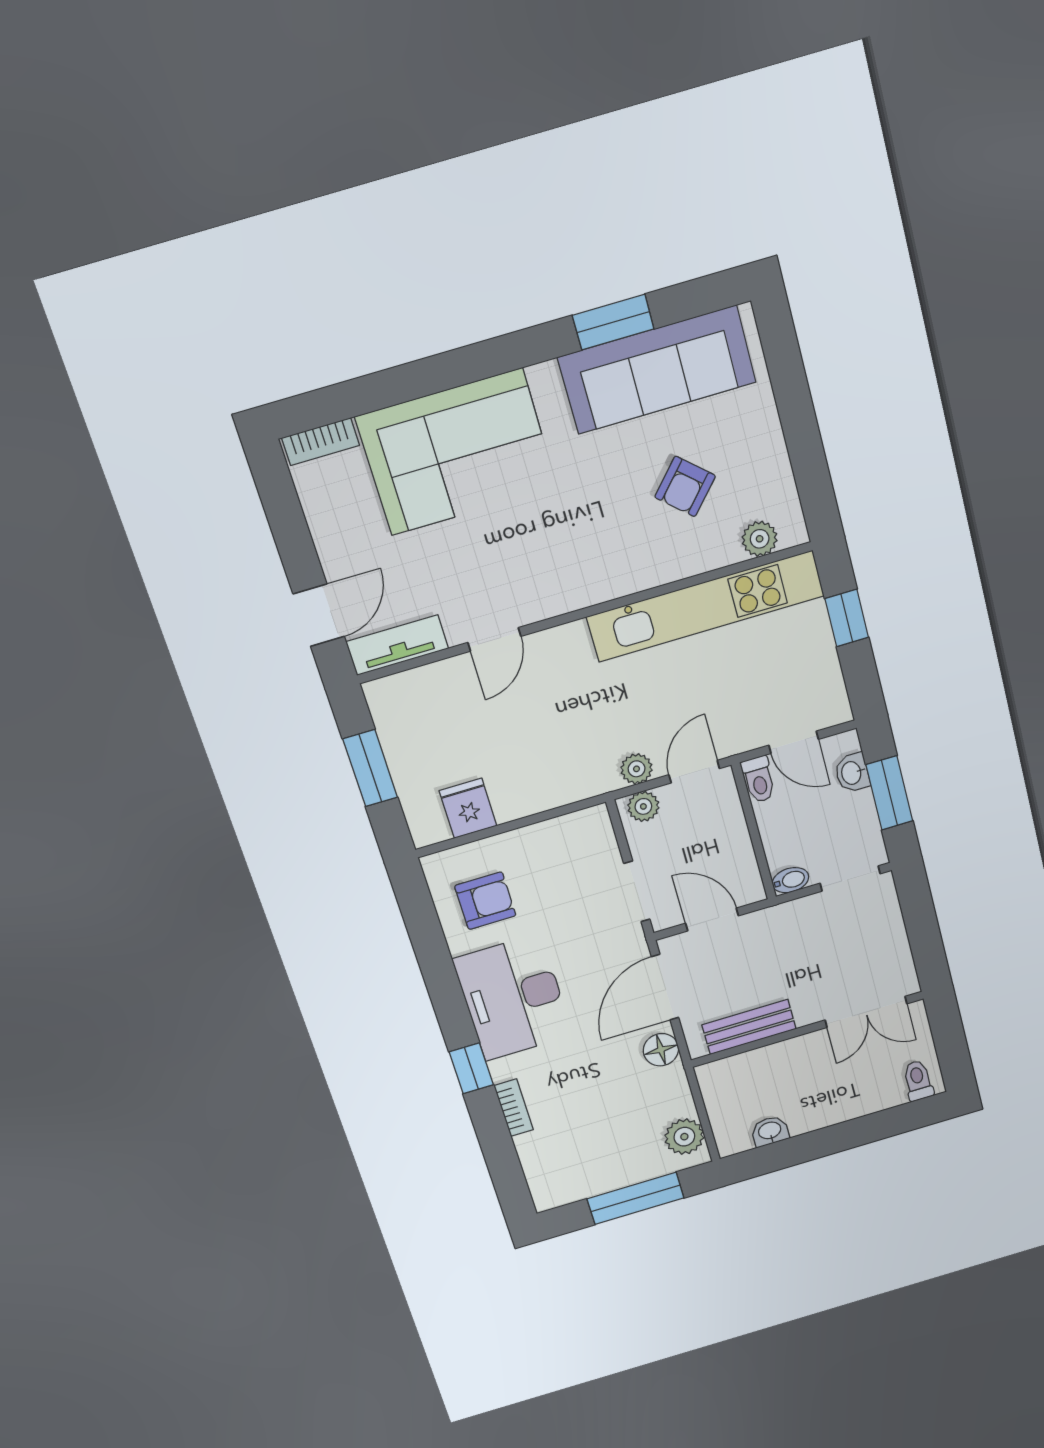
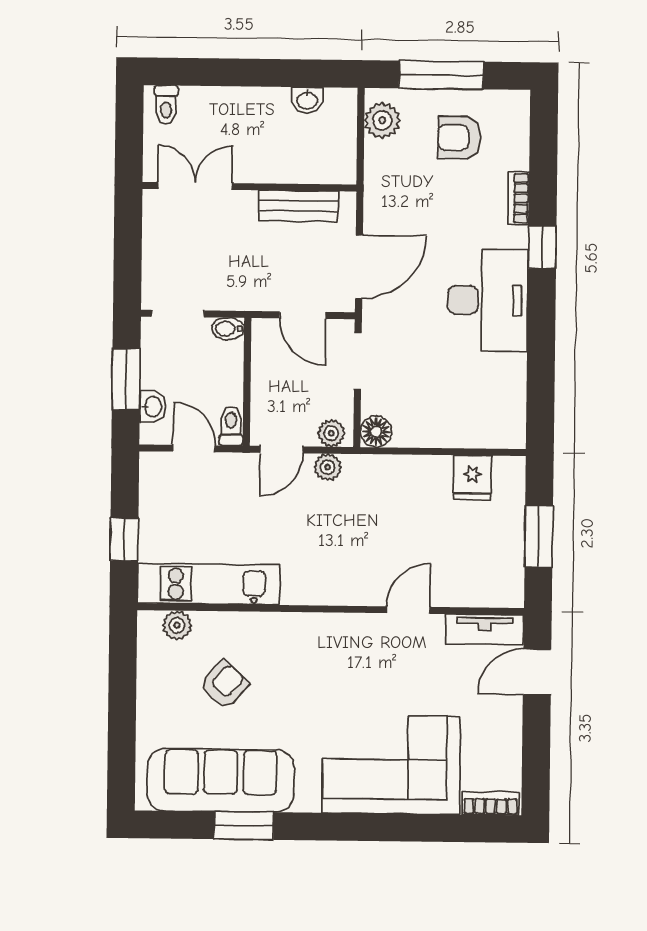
kitchen unit: (706, 606) -> (209, 584), width x0.73
armchair: (485, 901) -> (459, 138), moved
floor lamp: (661, 1050) -> (376, 432), moved

